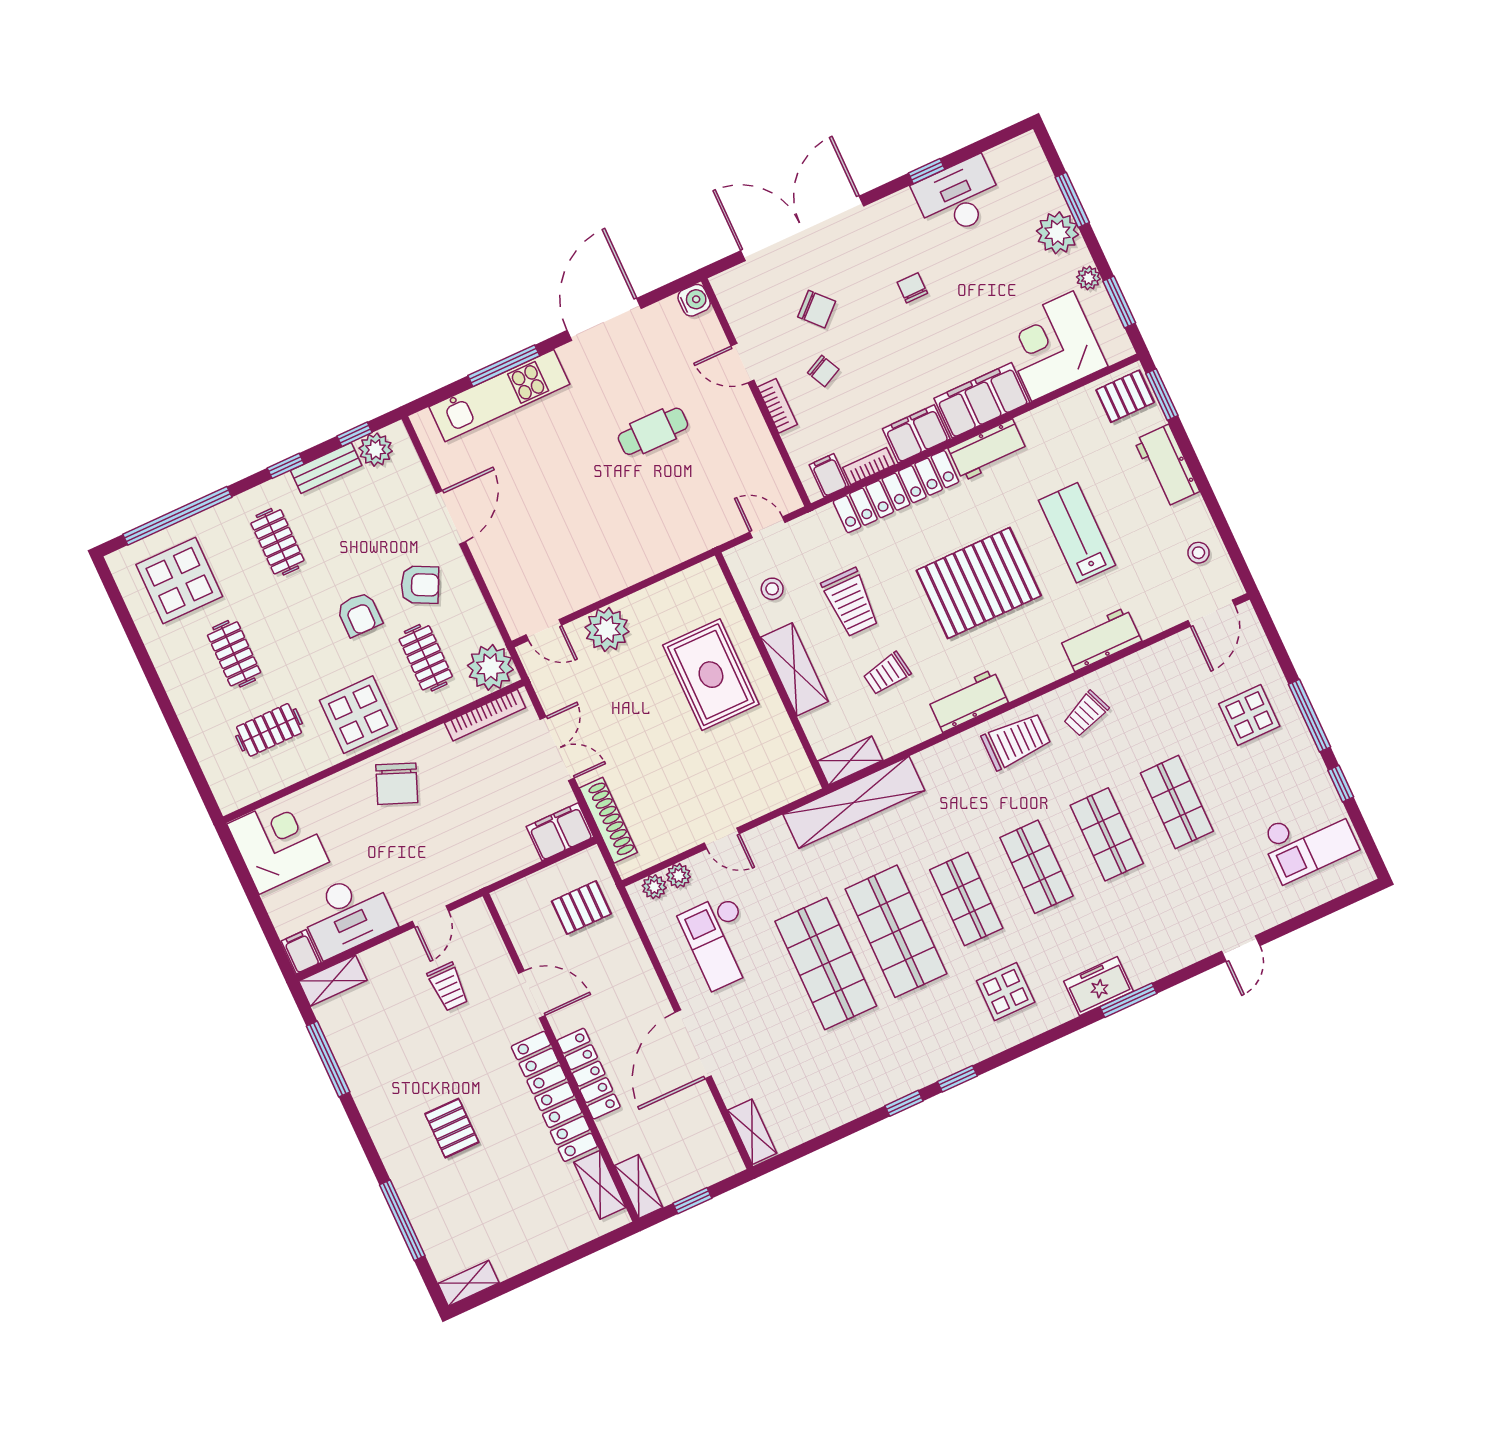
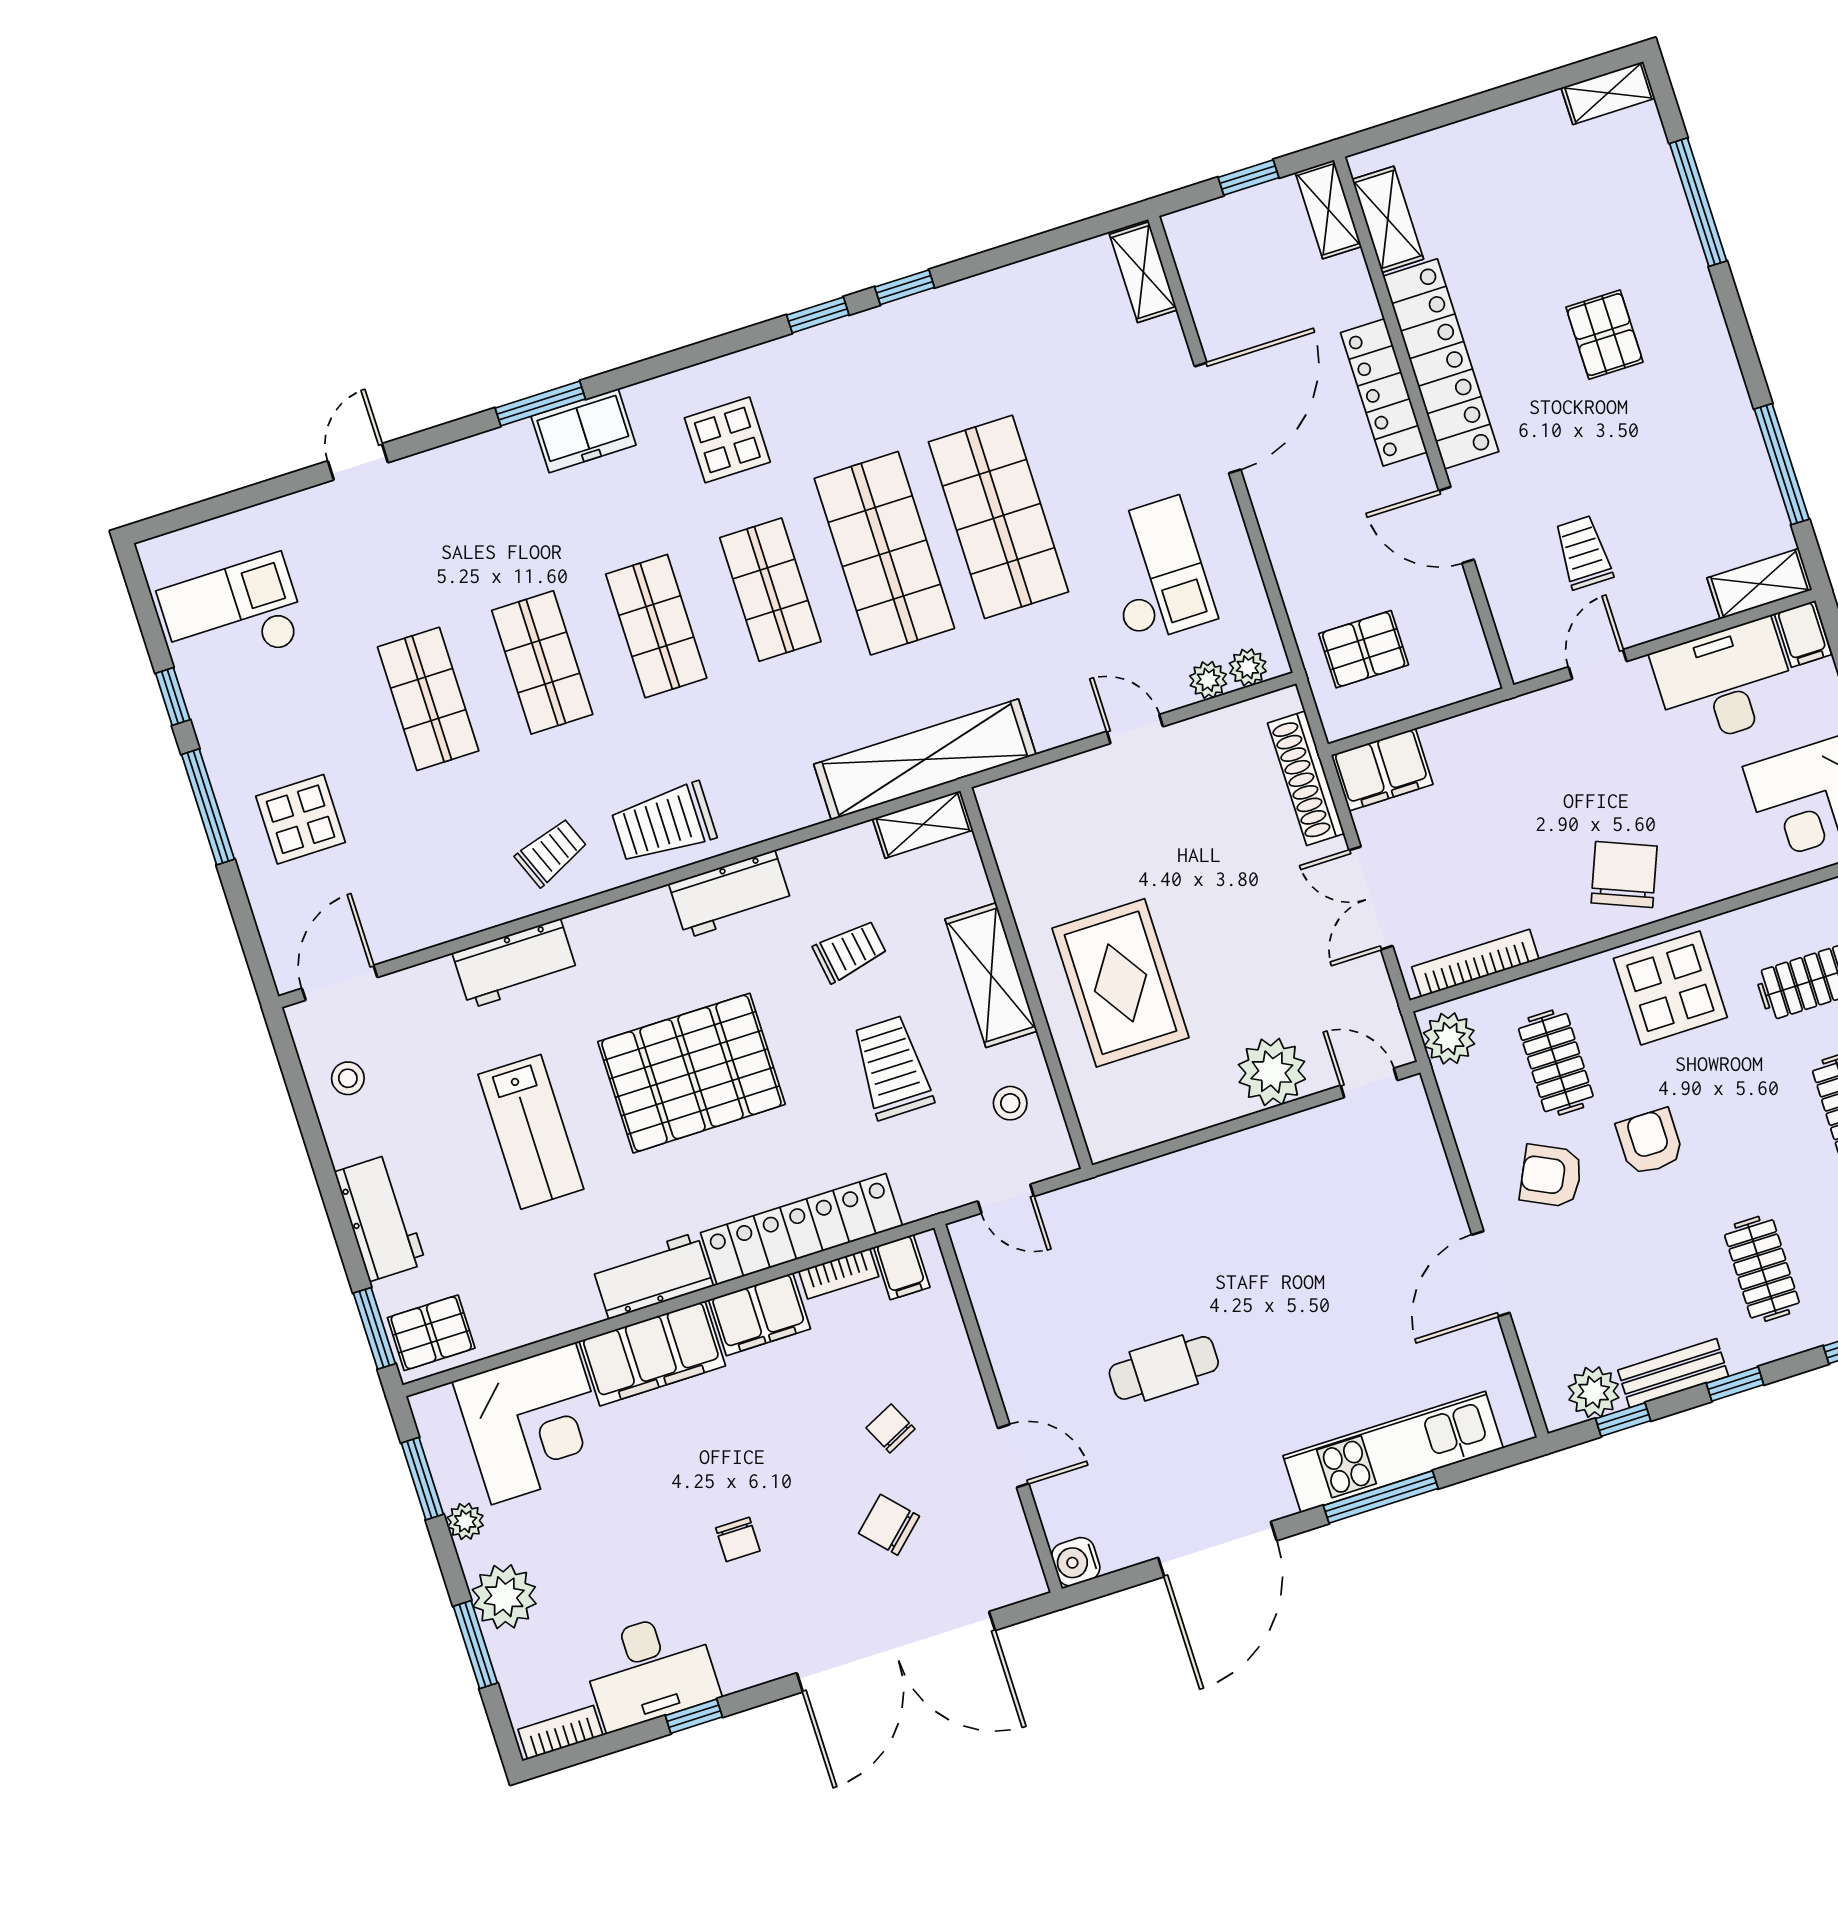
bookcase: (777, 406) -> (560, 1732), moved, turned 90
plant: (490, 667) -> (1449, 1038), width x0.73, depth x0.73

